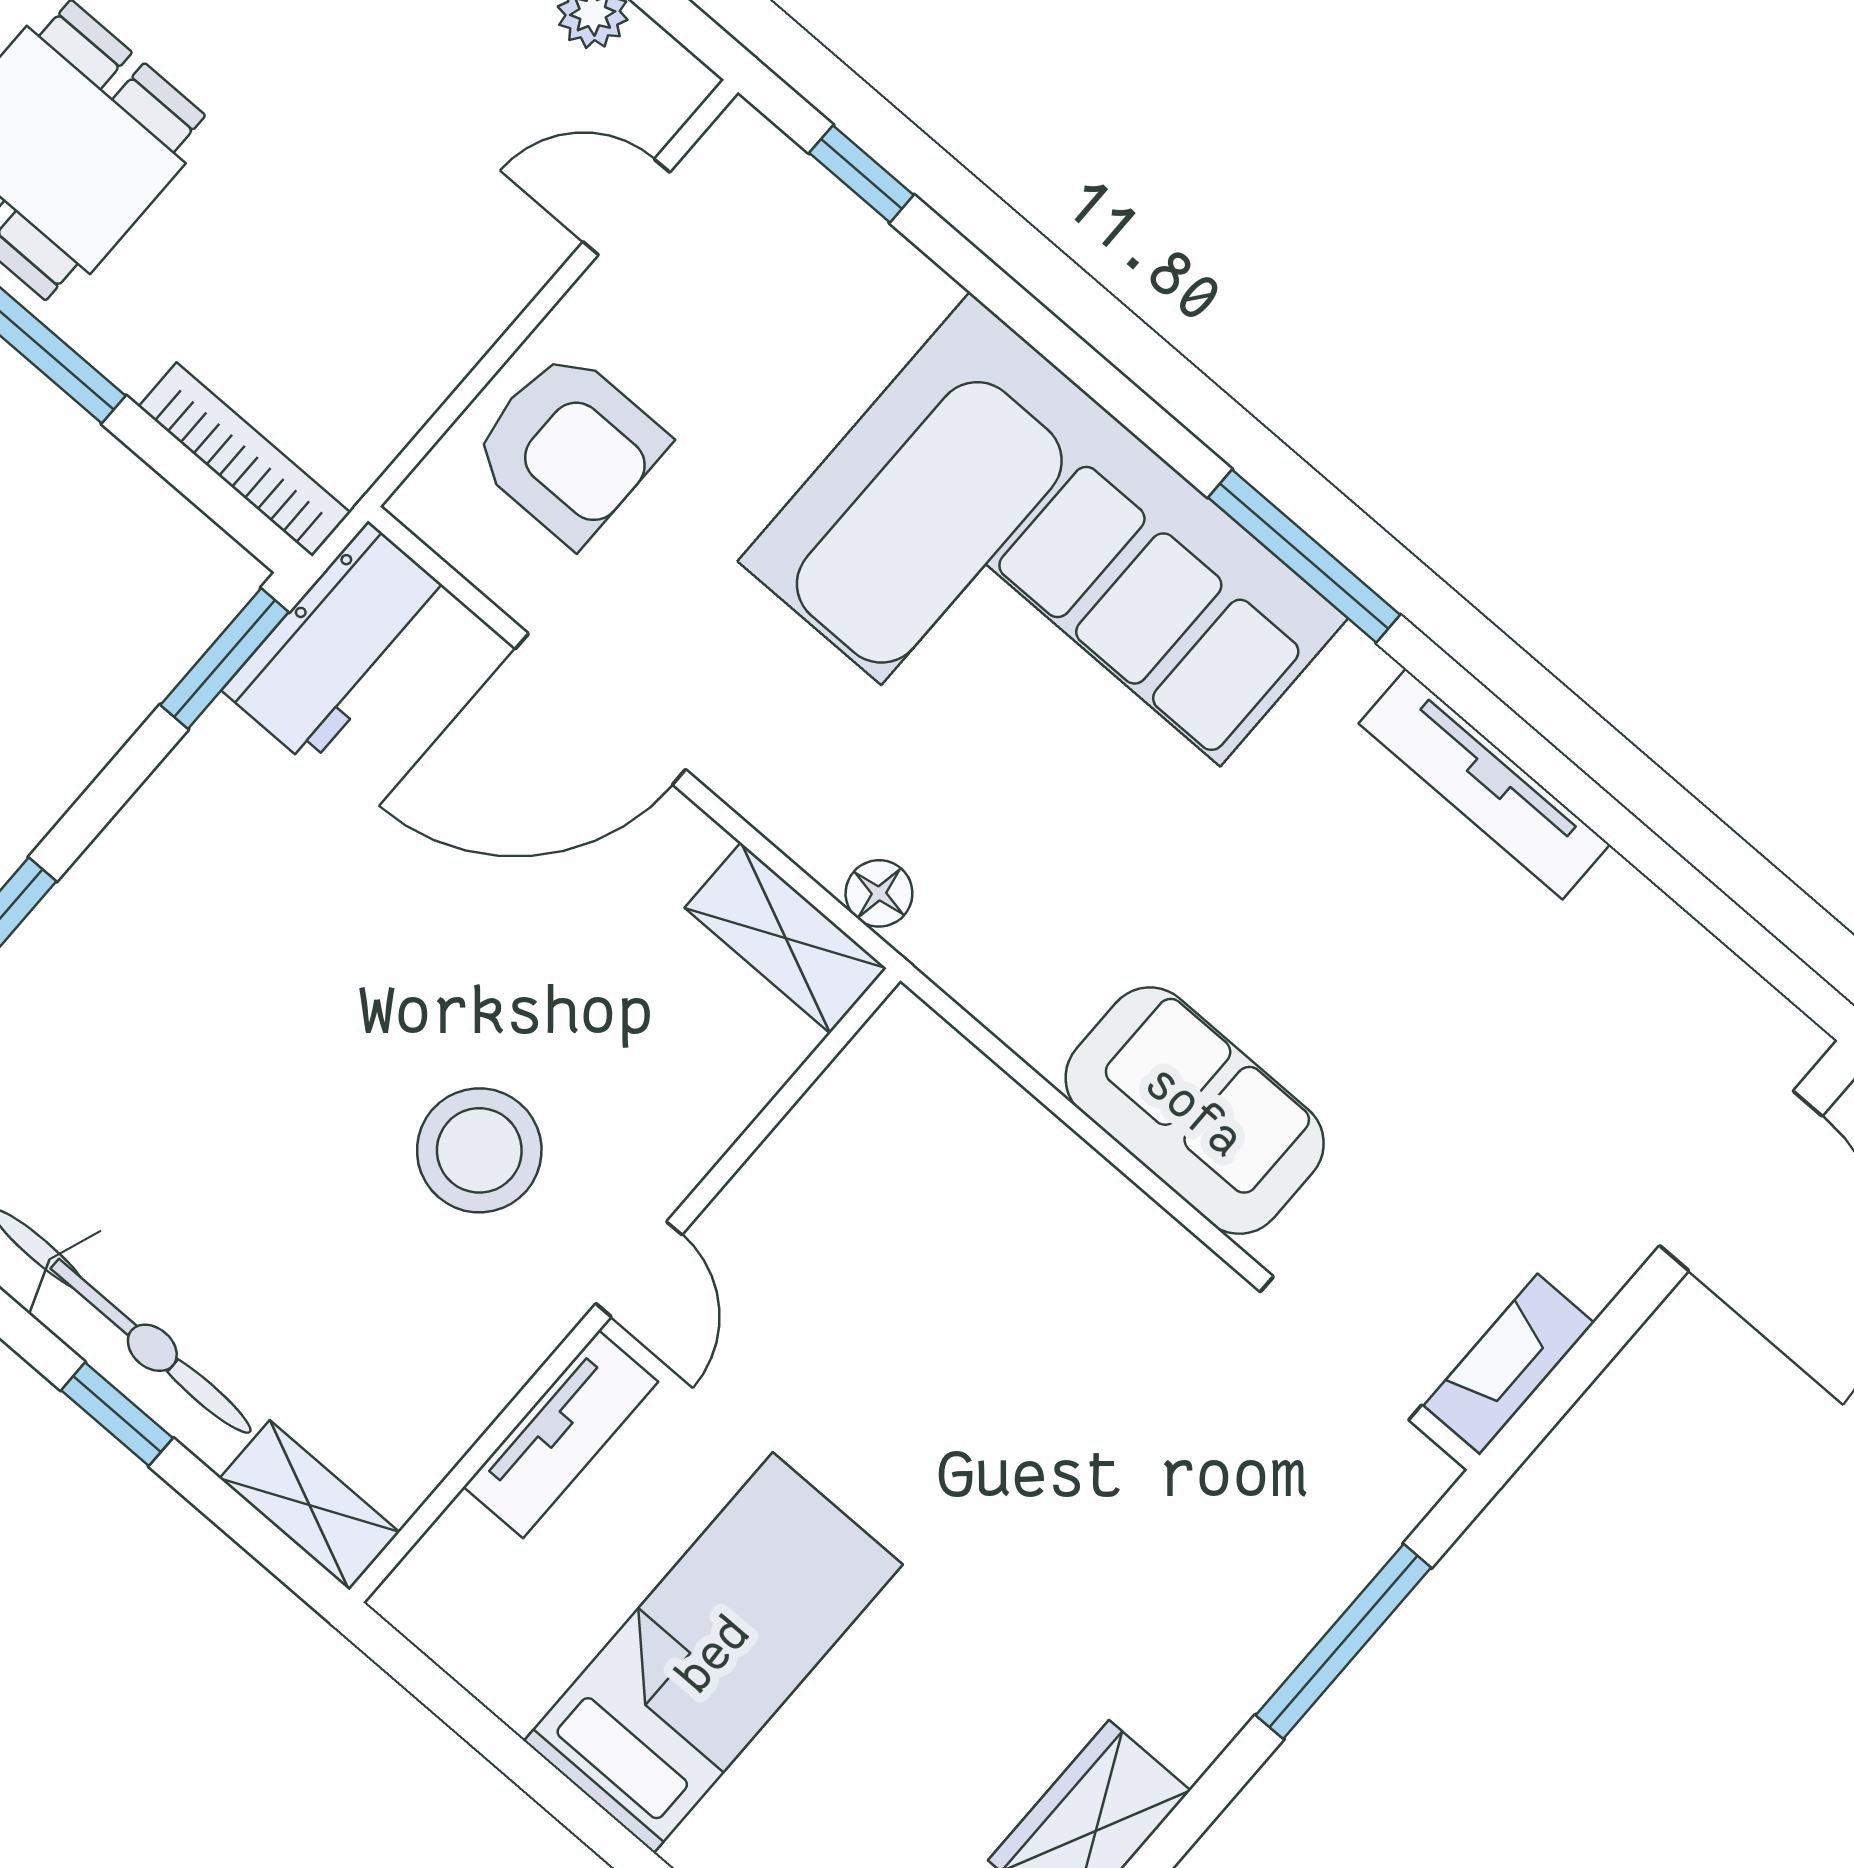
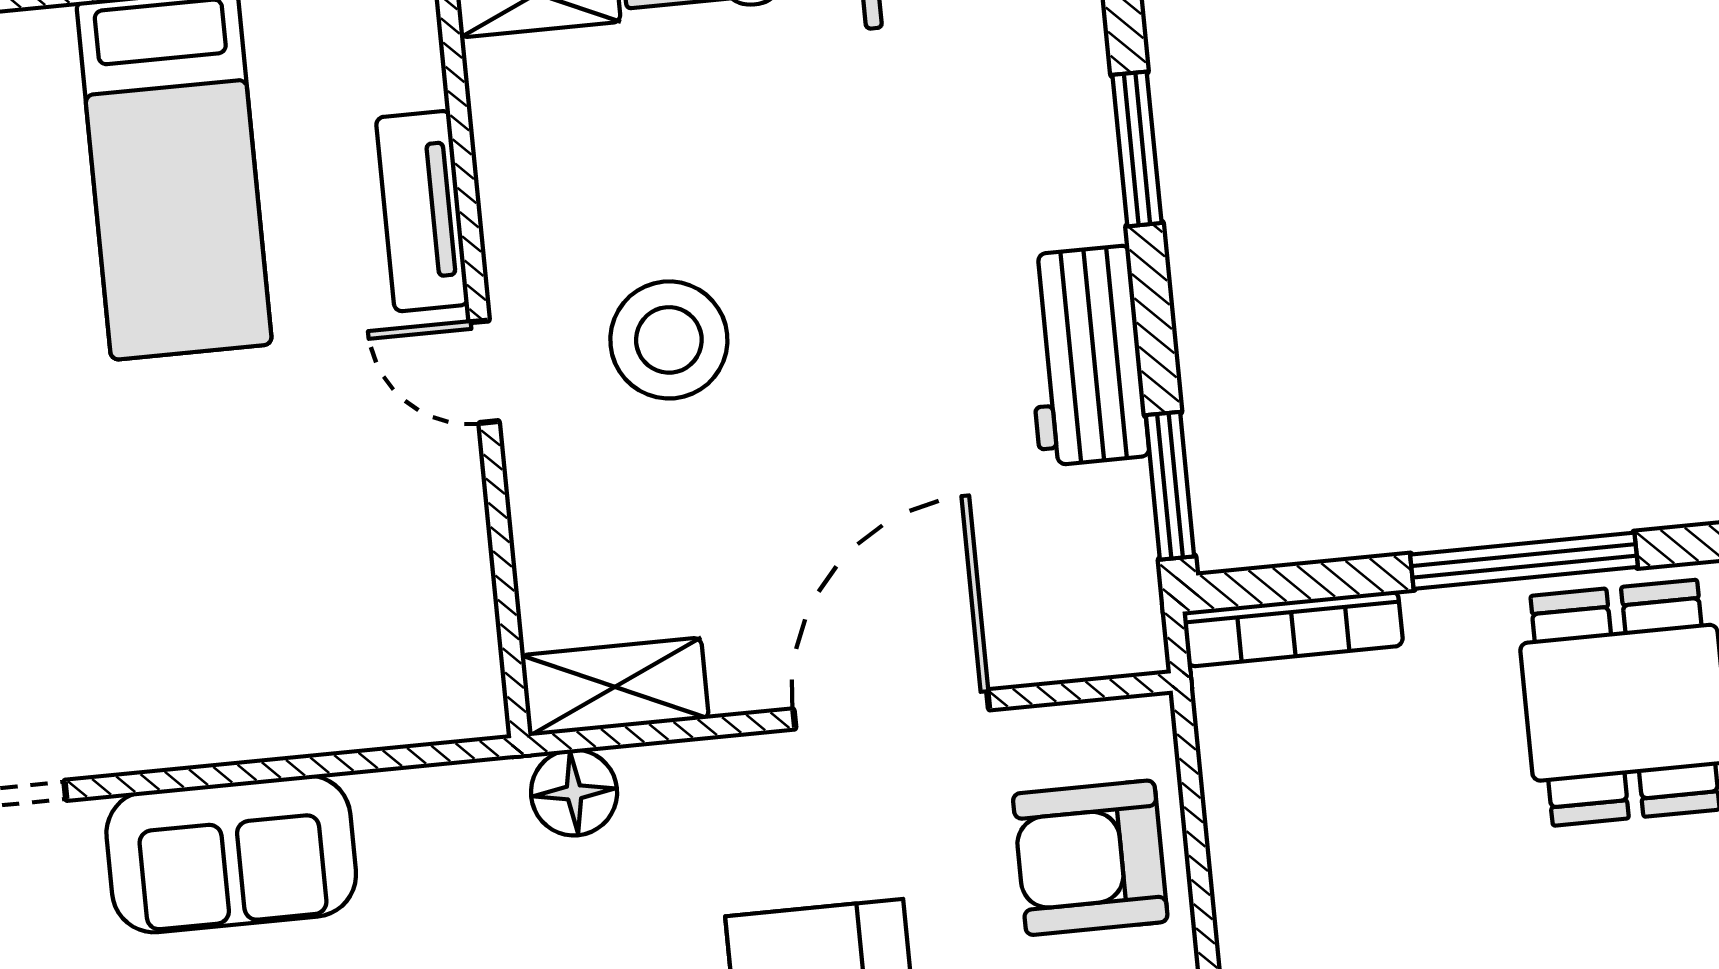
workbench: (338, 643) -> (1085, 356), moved
floor lamp: (879, 893) -> (574, 792), width x1.37, depth x1.37

